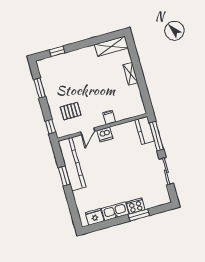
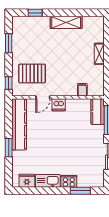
shelving: (111, 46) -> (66, 22), moved
pallet: (71, 111) -> (32, 73), width x1.50, depth x1.42
filing cabinet: (109, 117) -> (82, 90), moved
window: (64, 176) -> (9, 148), moved
window: (139, 215) -> (80, 191), moved

